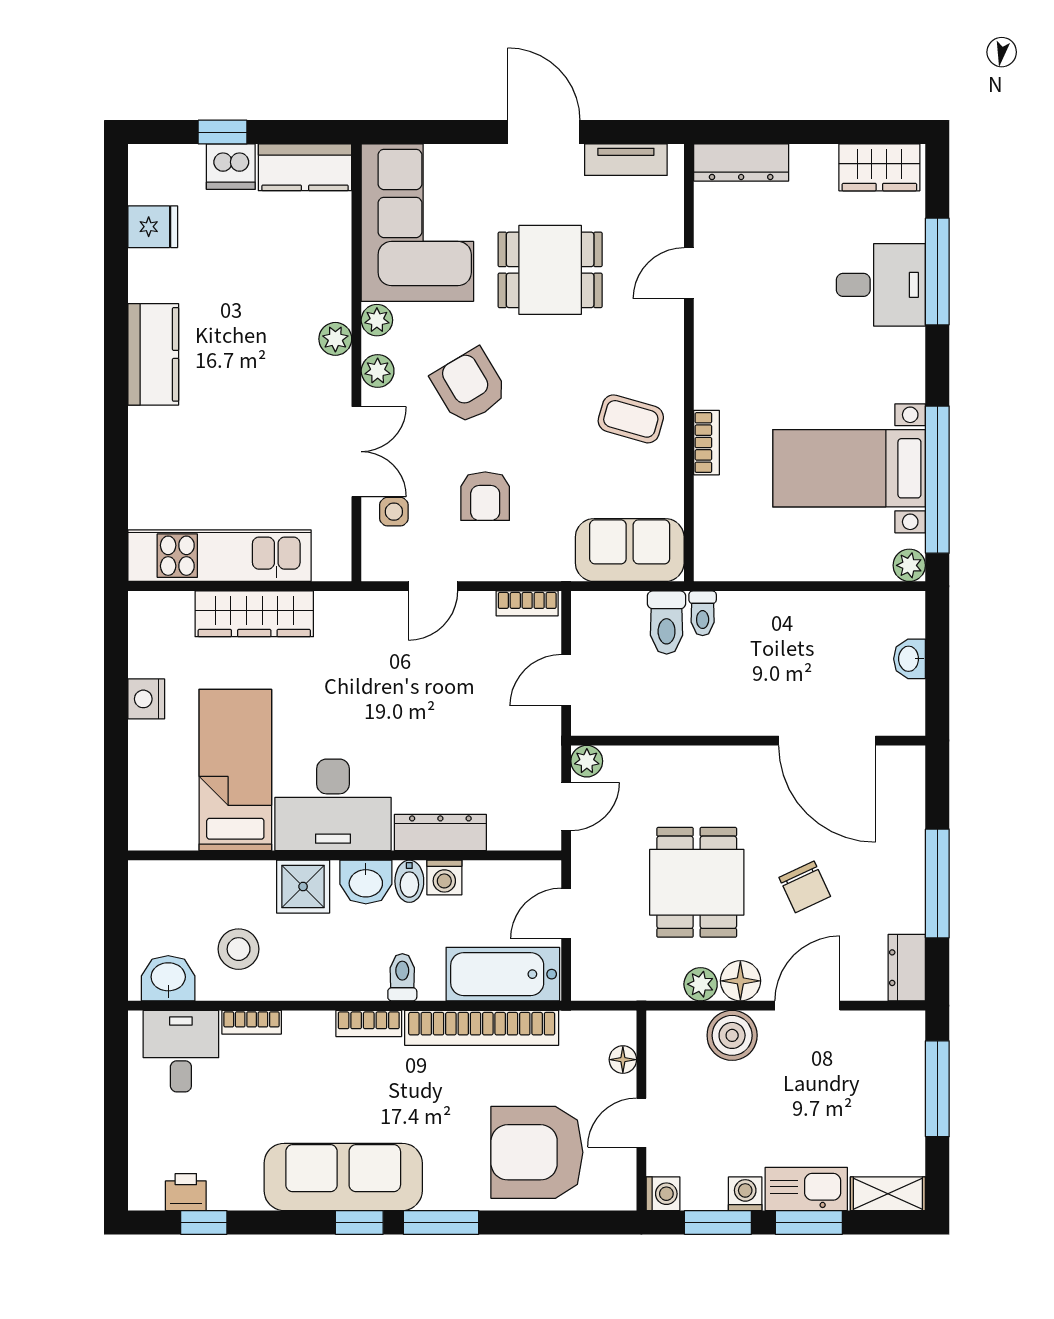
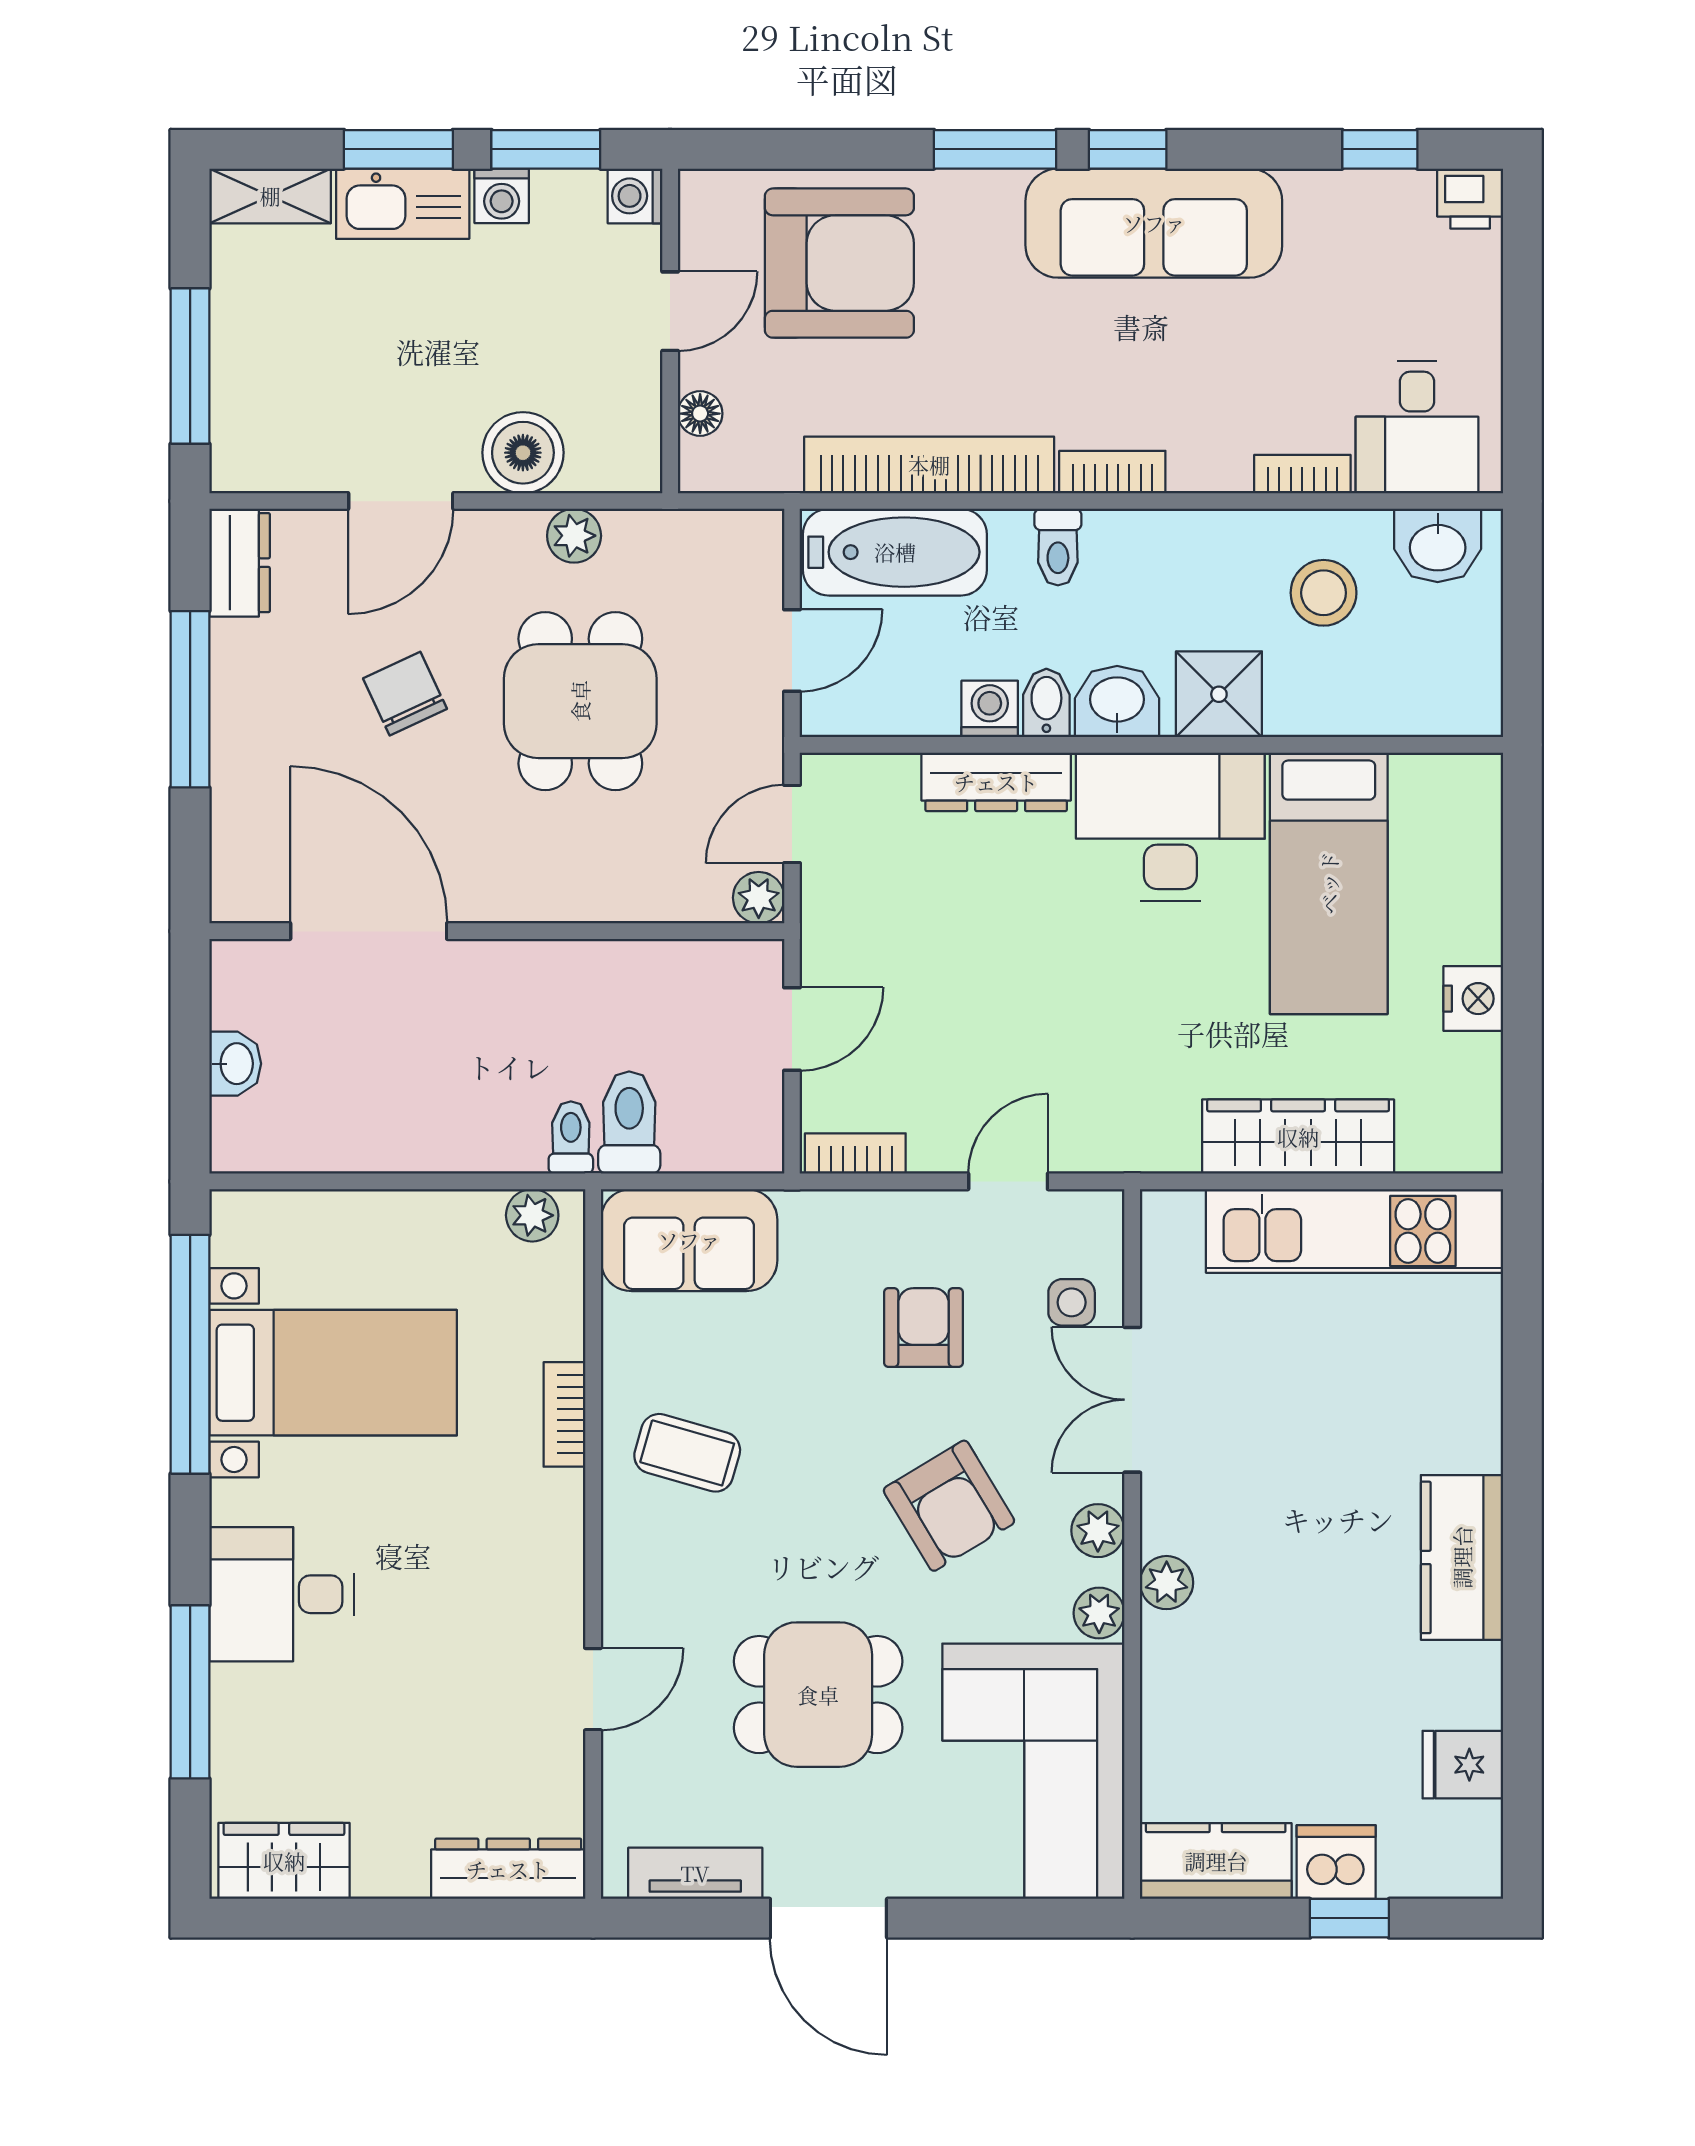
desk: (881, 285) -> (282, 1594), moved
plant: (909, 565) -> (532, 1215), moved
floor lamp: (740, 981) -> (509, 541), removed
printer: (186, 1192) -> (1470, 199), moved

